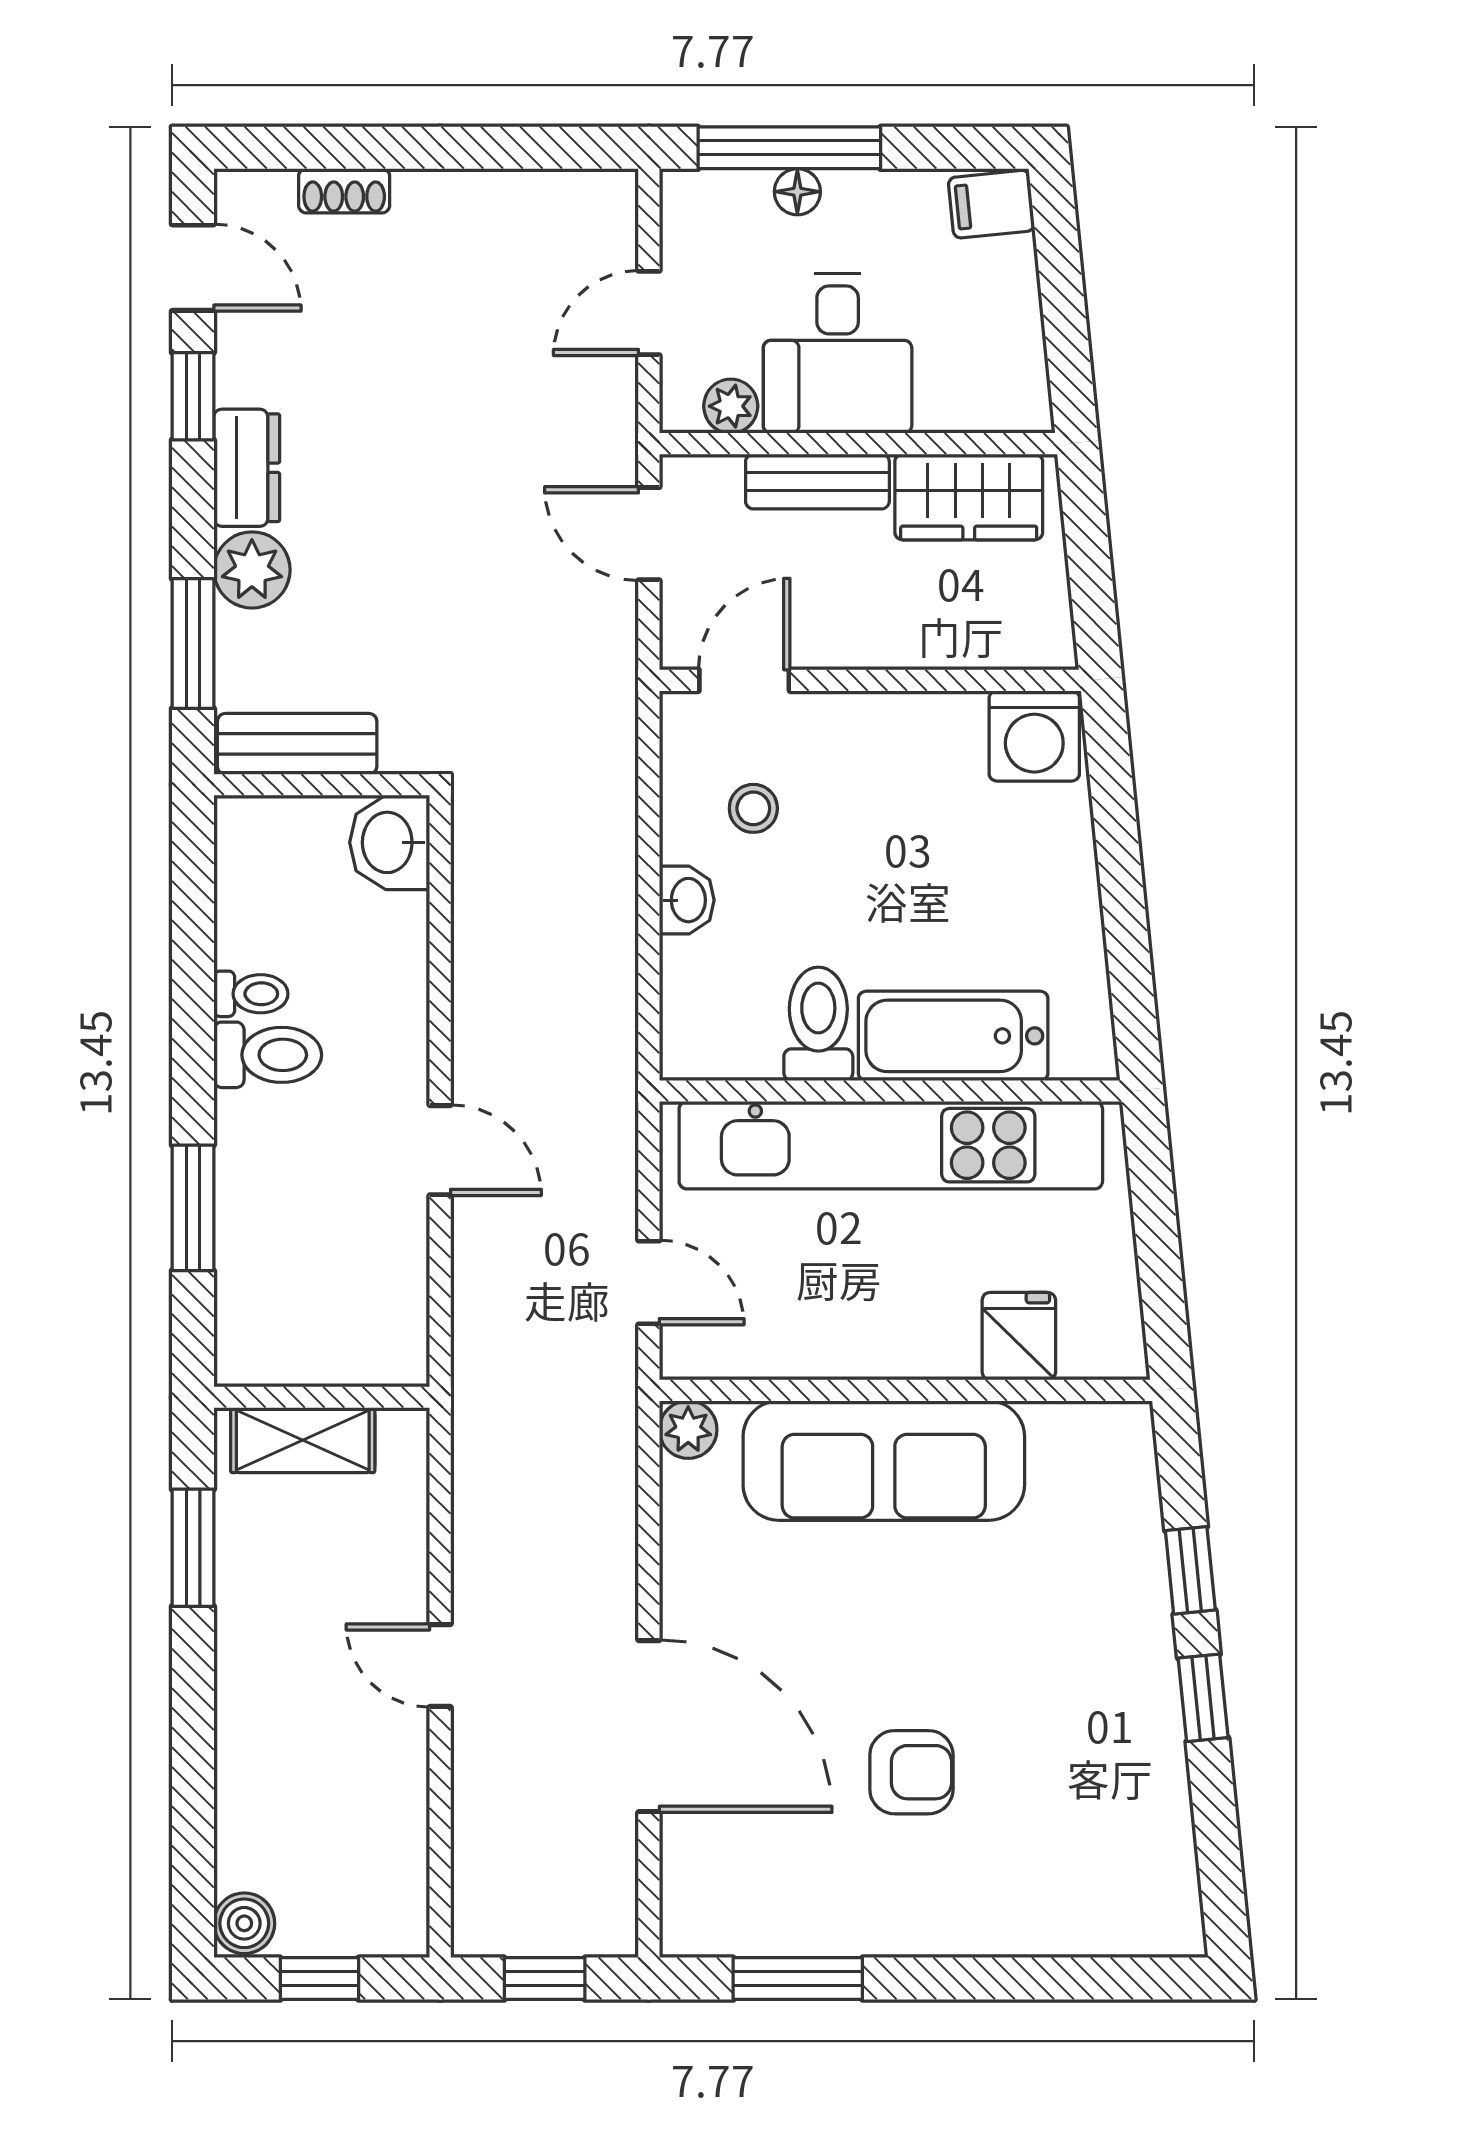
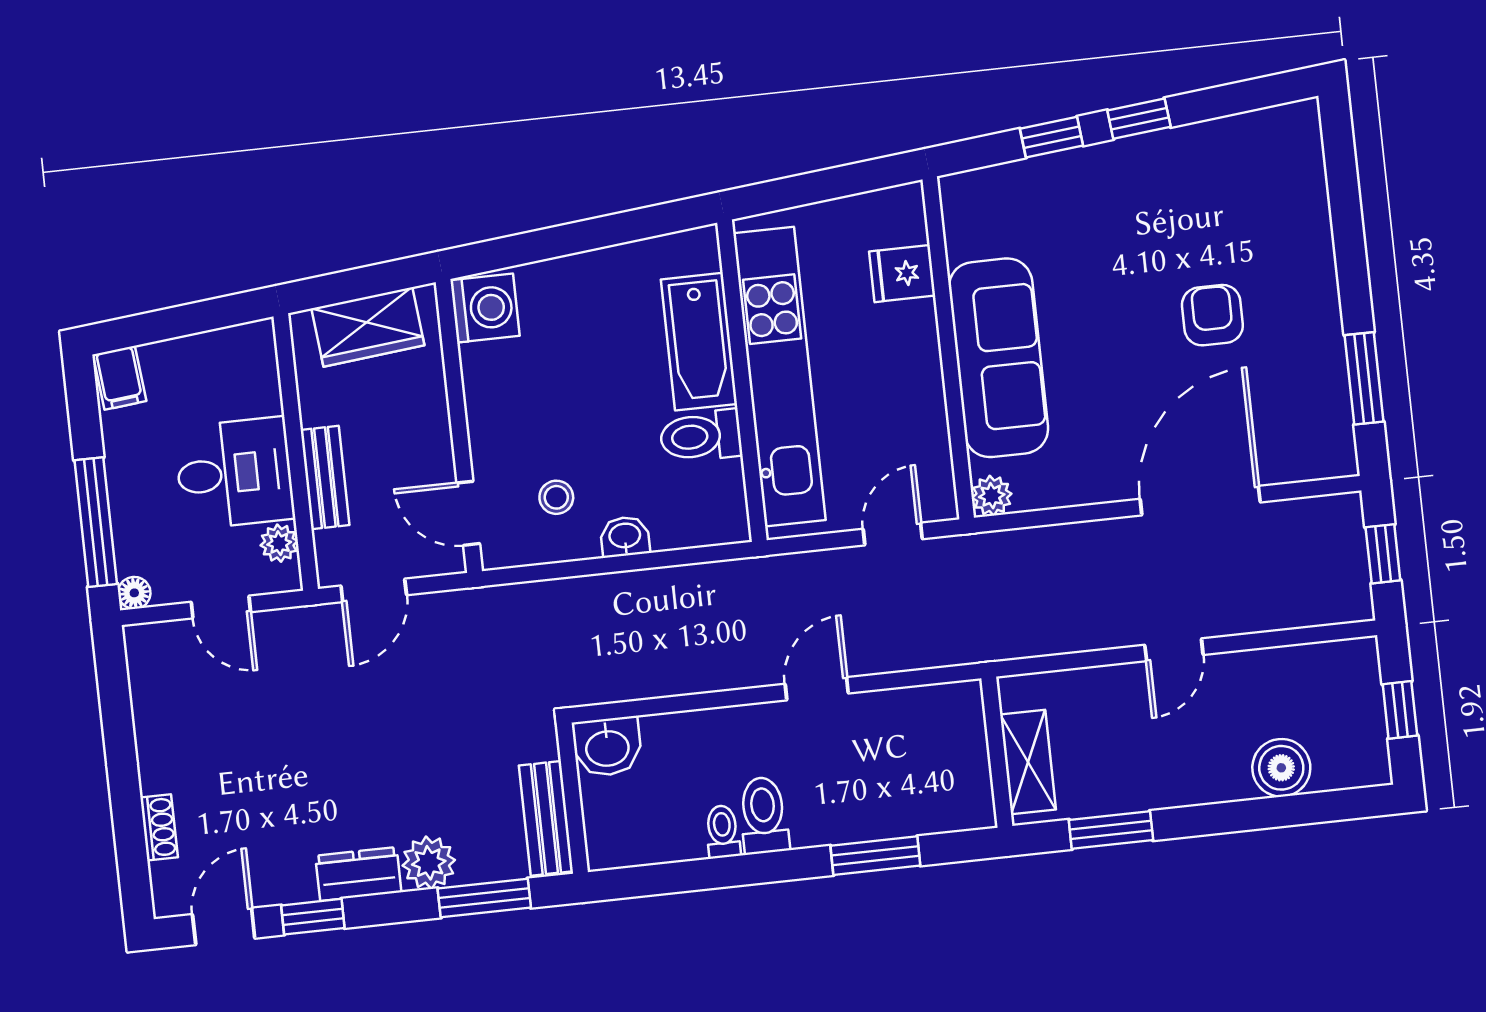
floor lamp: (797, 192) -> (134, 593), moved
wardrobe: (969, 497) -> (368, 327), moved, turned 84
boiler: (244, 1923) -> (1281, 768), moved, width x1.36, depth x1.36

